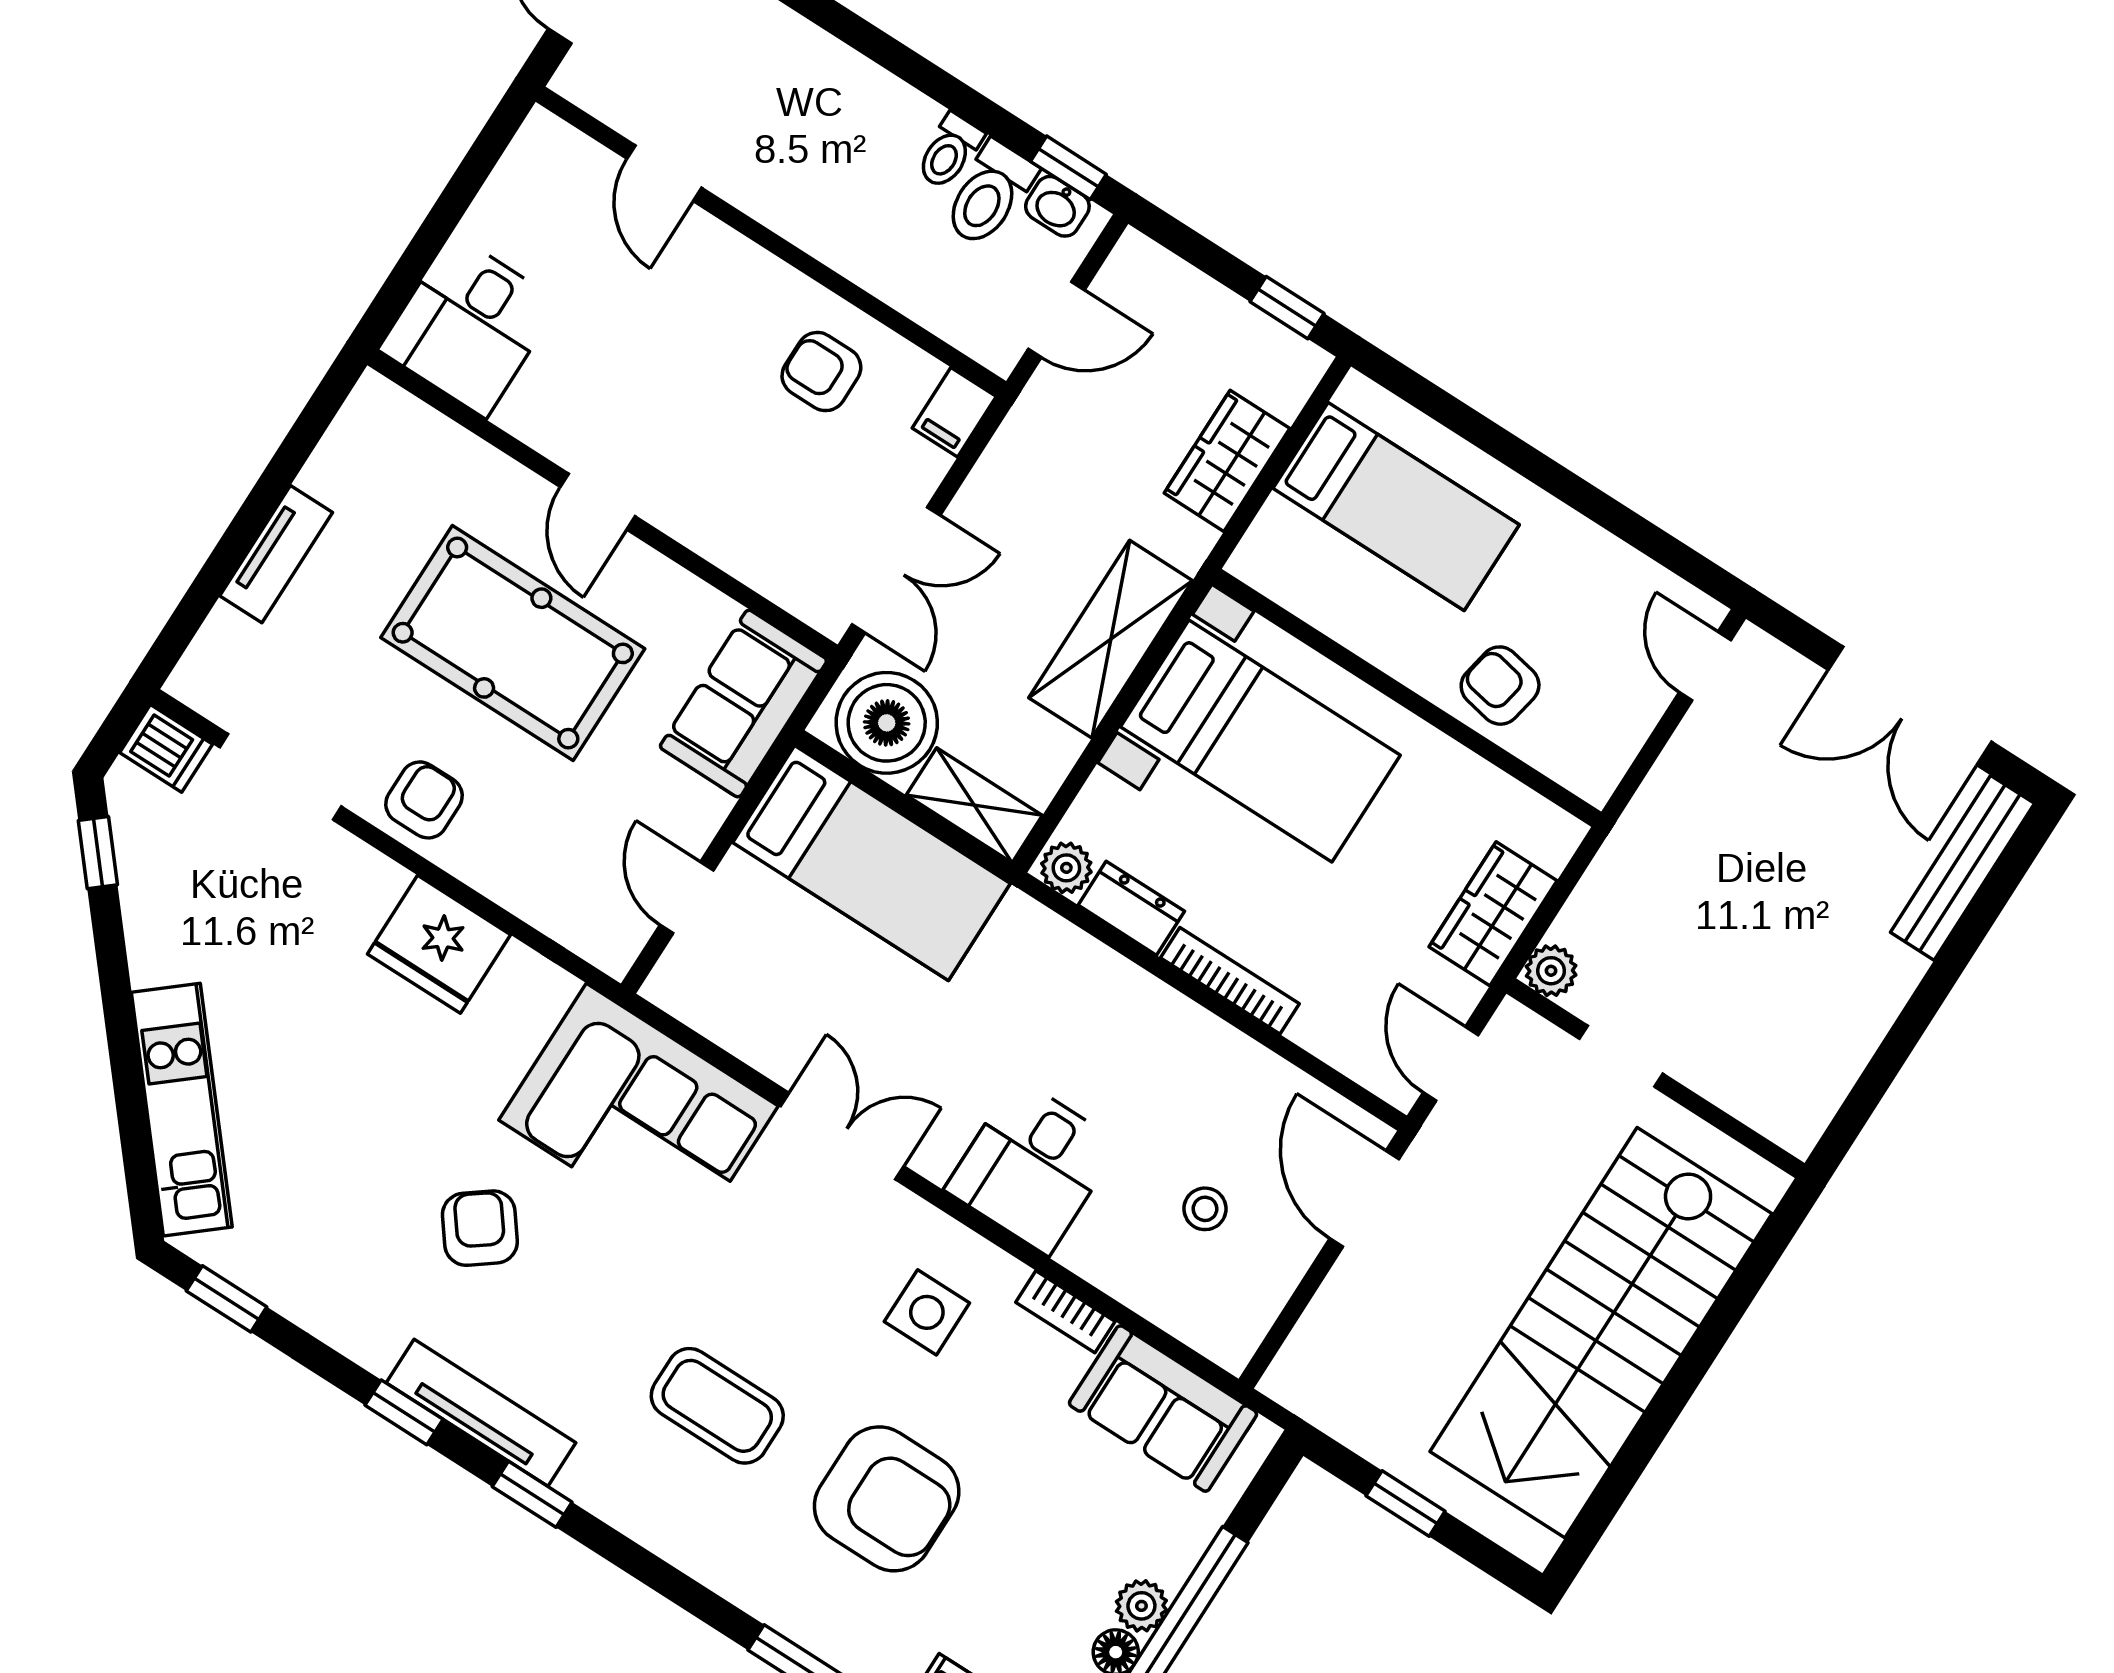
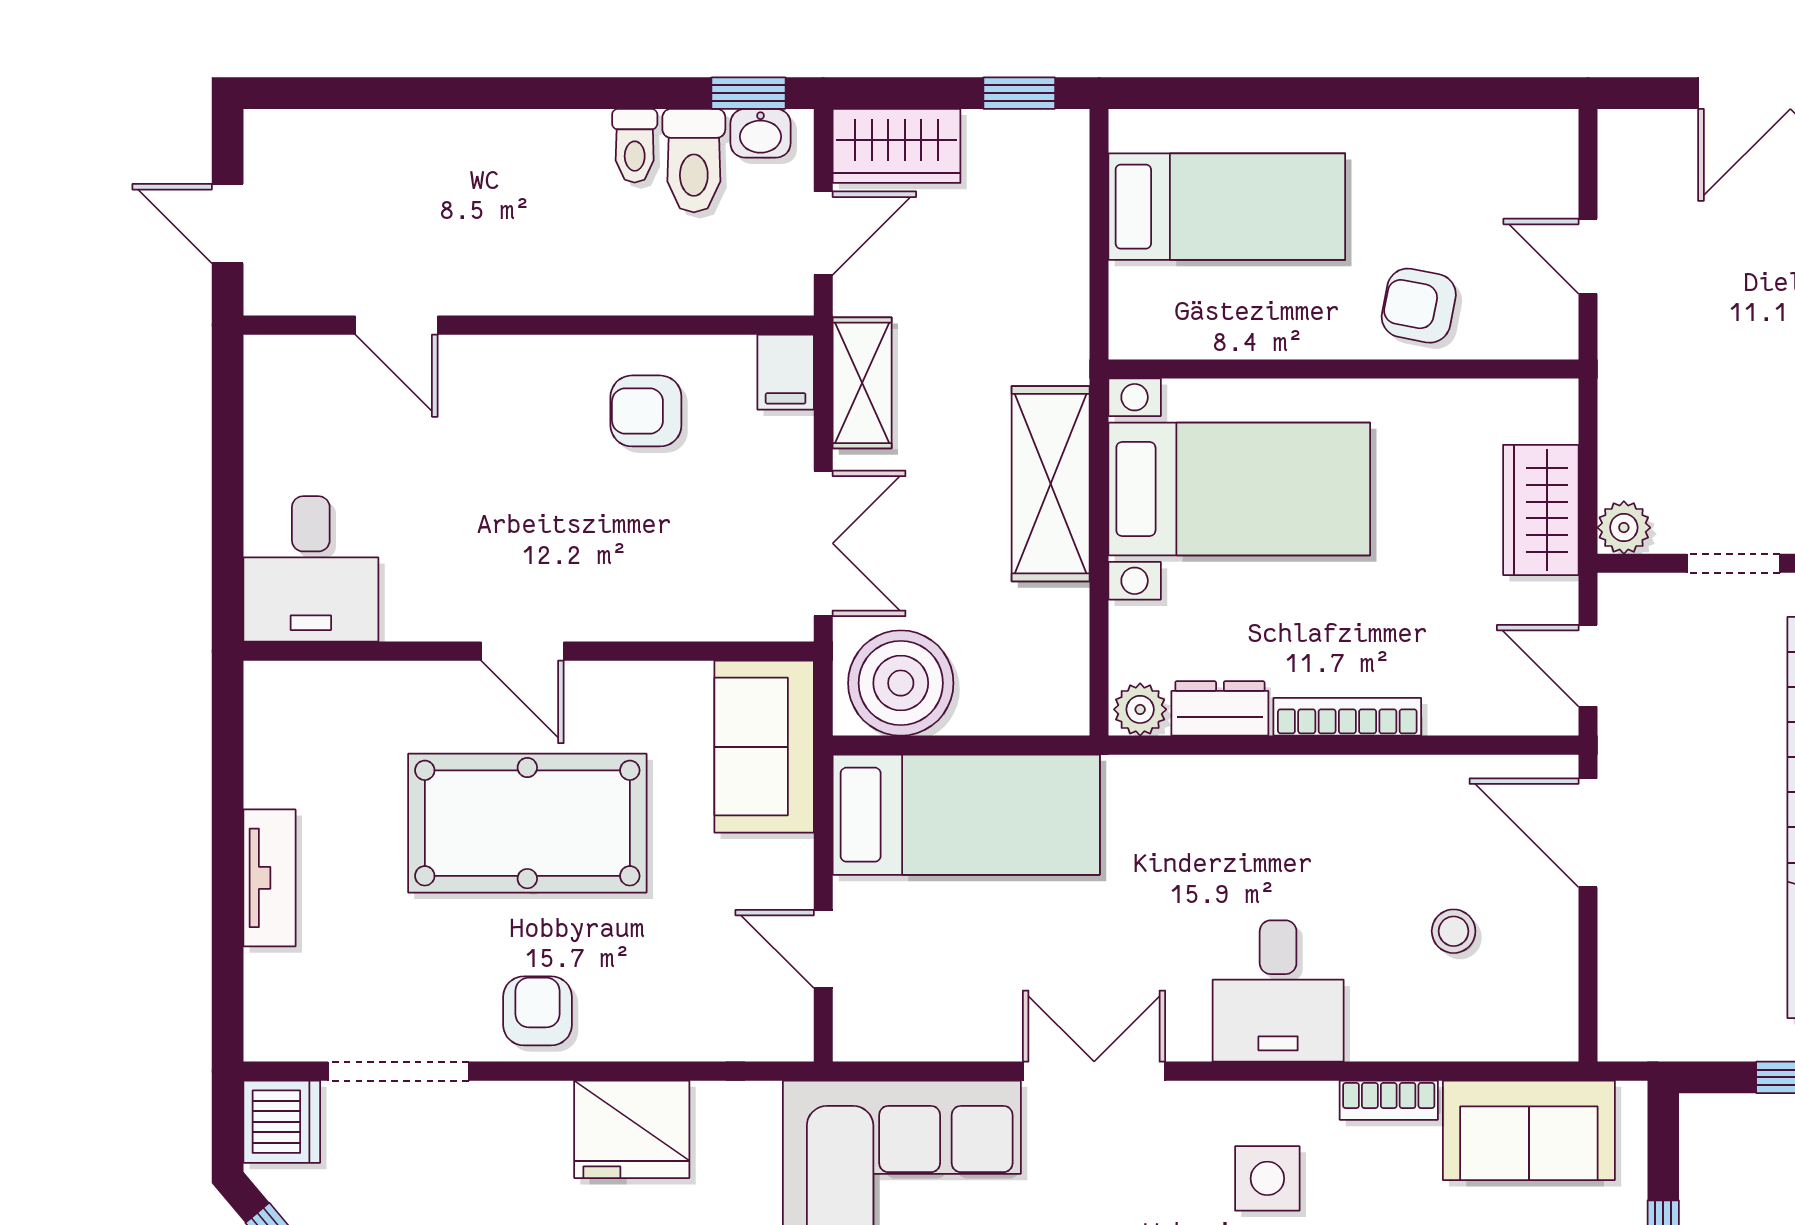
wardrobe: (1227, 461) -> (896, 146), moved, turned -90
door: (1705, 666) -> (1588, 256), moved
dishwasher: (166, 748) -> (282, 1122), width x1.38
shelving: (974, 805) -> (862, 383), moved, turned 90

